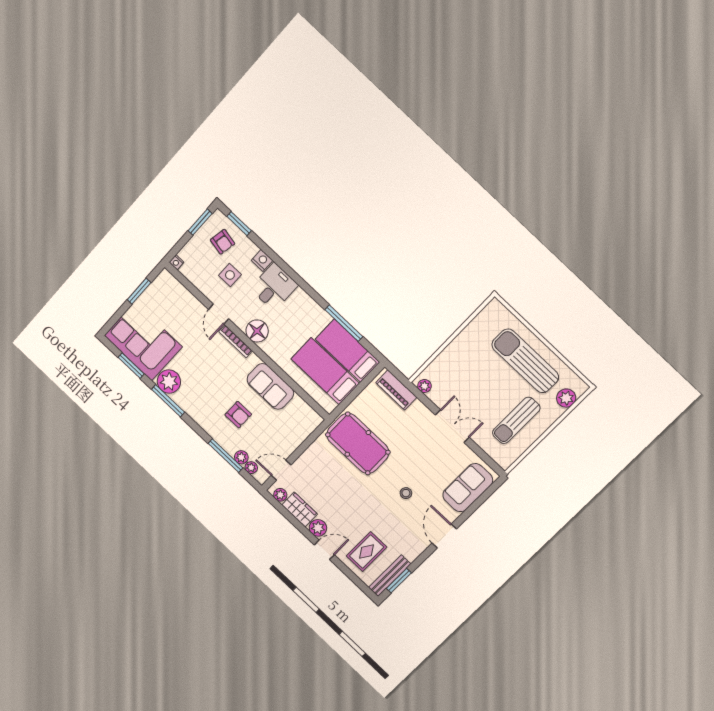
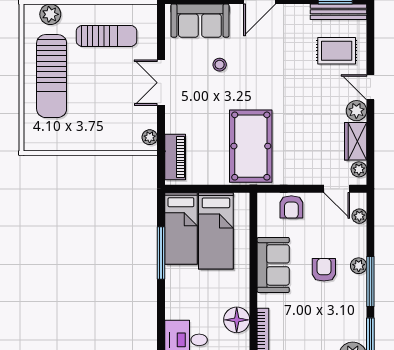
armchair: (296, 432) -> (291, 207), added
window: (226, 456) -> (370, 281), moved
plant: (241, 457) -> (359, 266), moved
stool: (406, 493) -> (220, 65), moved

